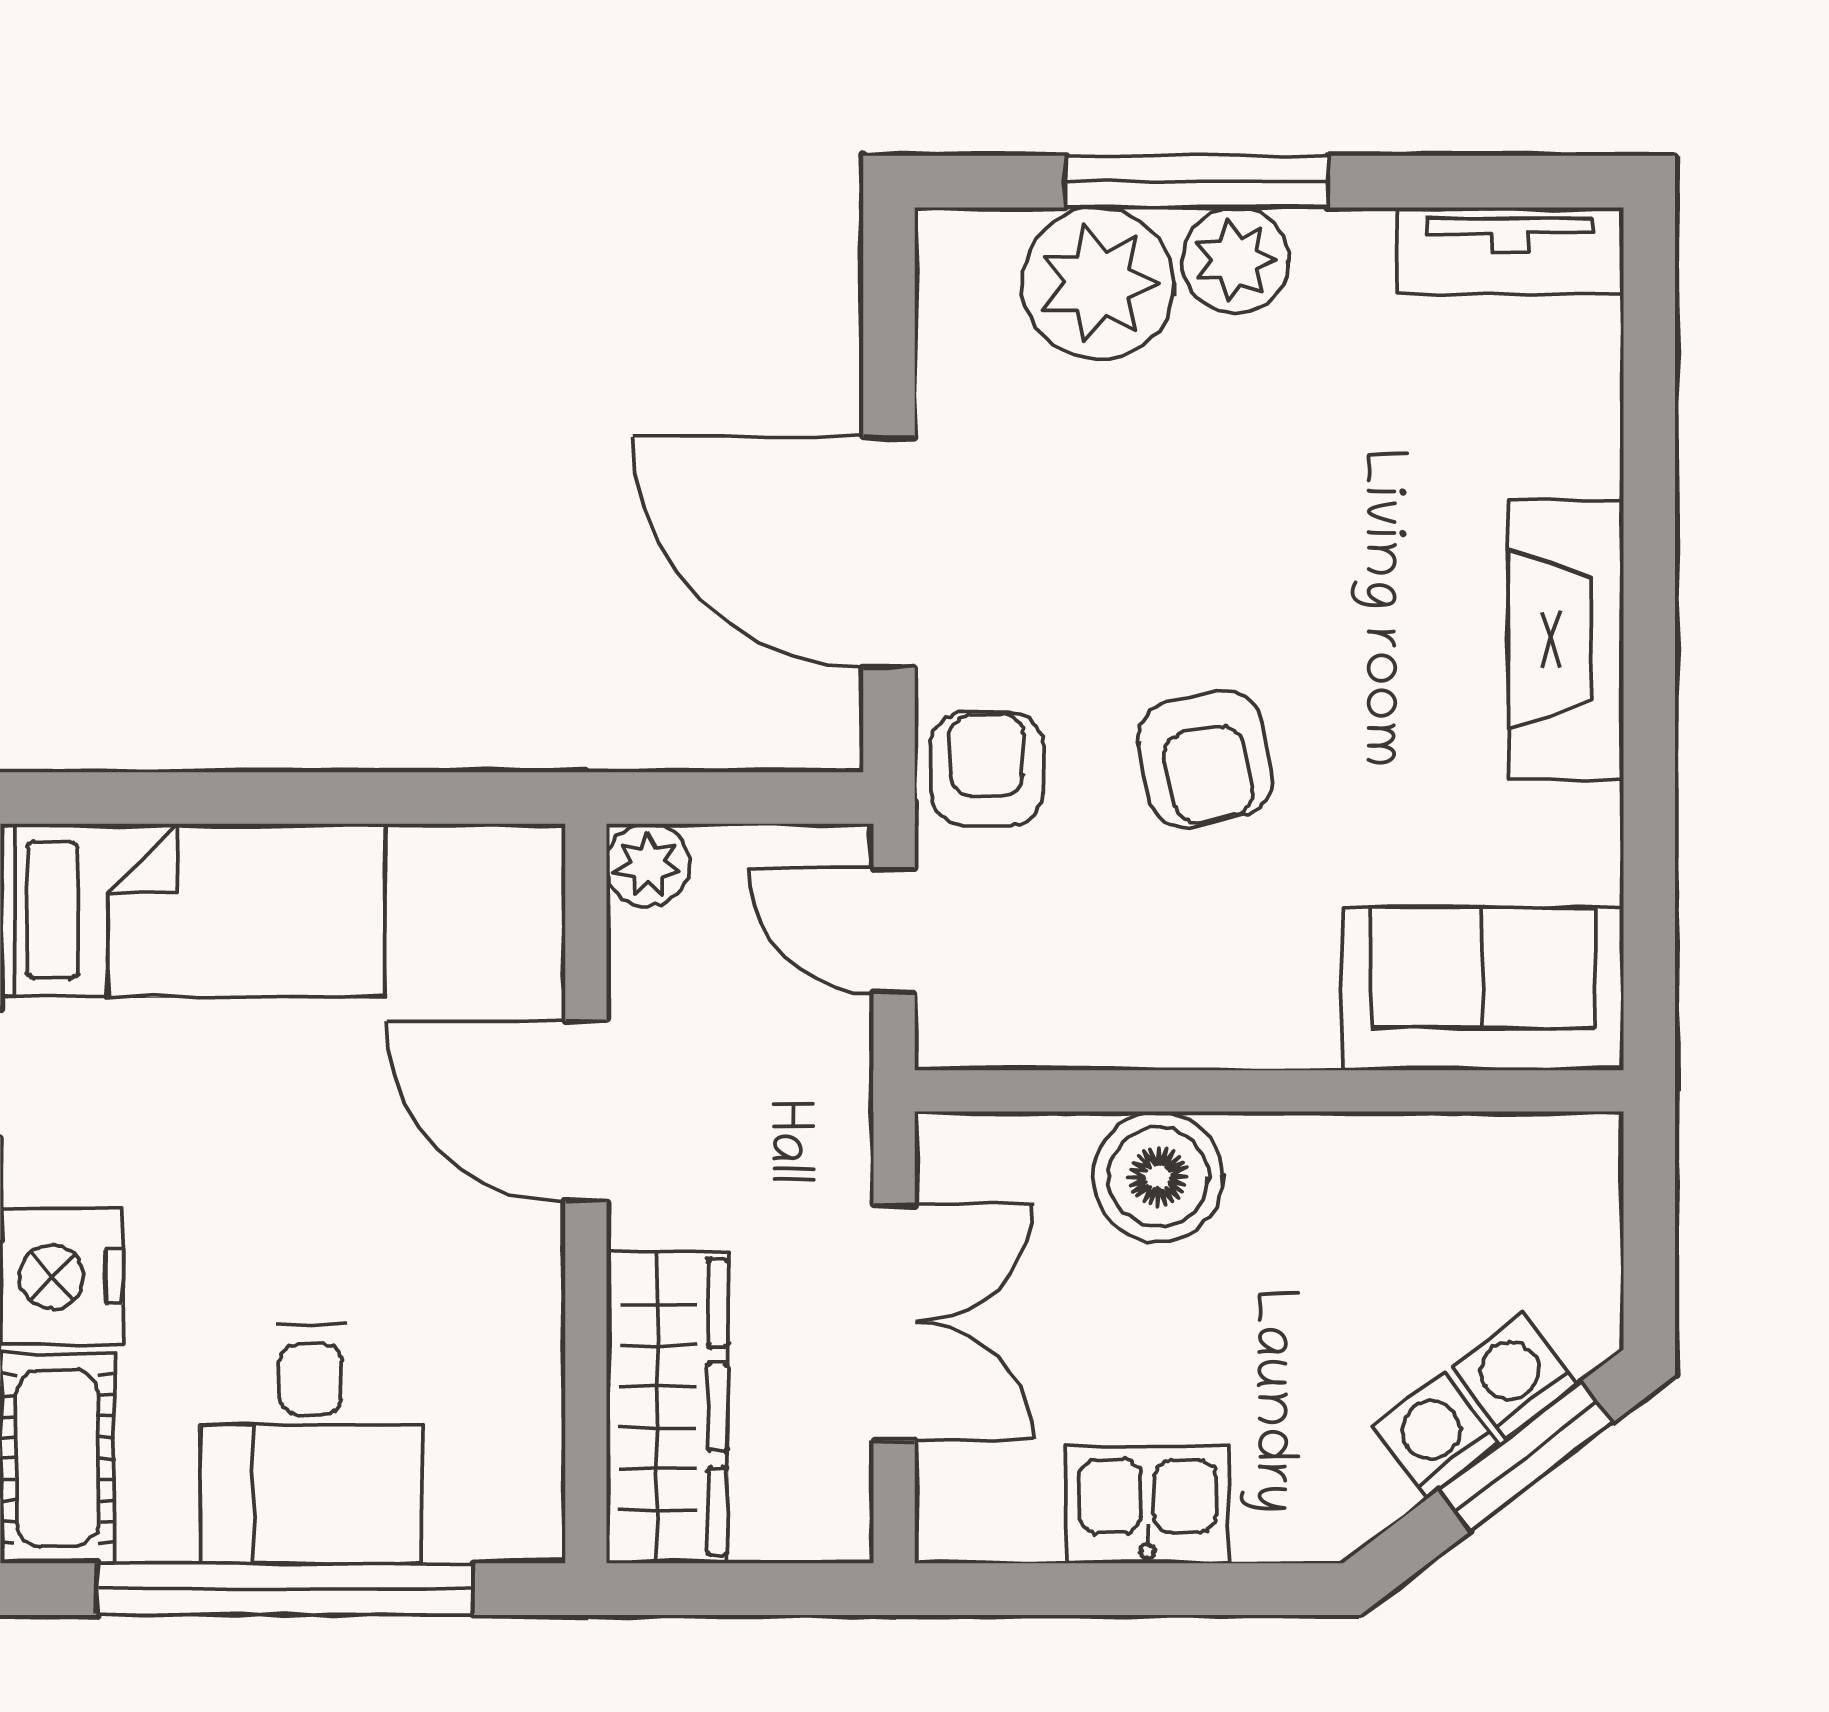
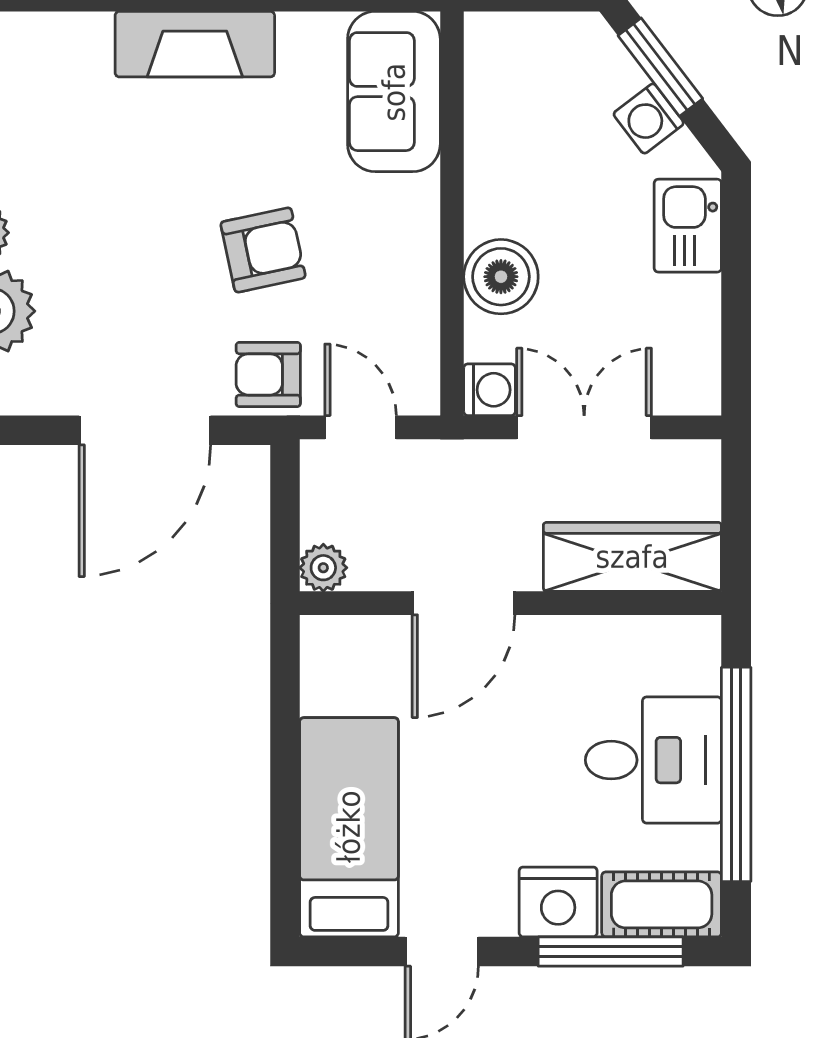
door: (894, 931) -> (361, 427), swing flipped
washing machine: (1514, 1376) -> (490, 390), moved, turned -143
kitchen sink: (1148, 1504) -> (688, 226), moved

